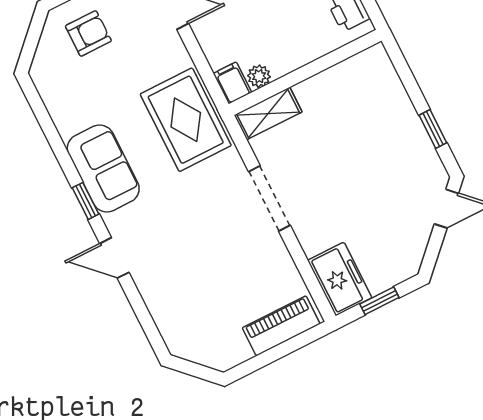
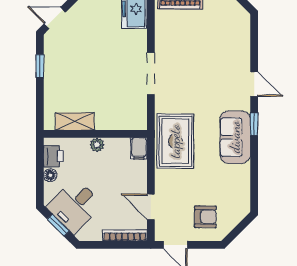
armchair: (88, 33) -> (205, 217), turned 180
plant: (259, 76) -> (97, 145), moved
shelving: (268, 114) -> (75, 121), moved

